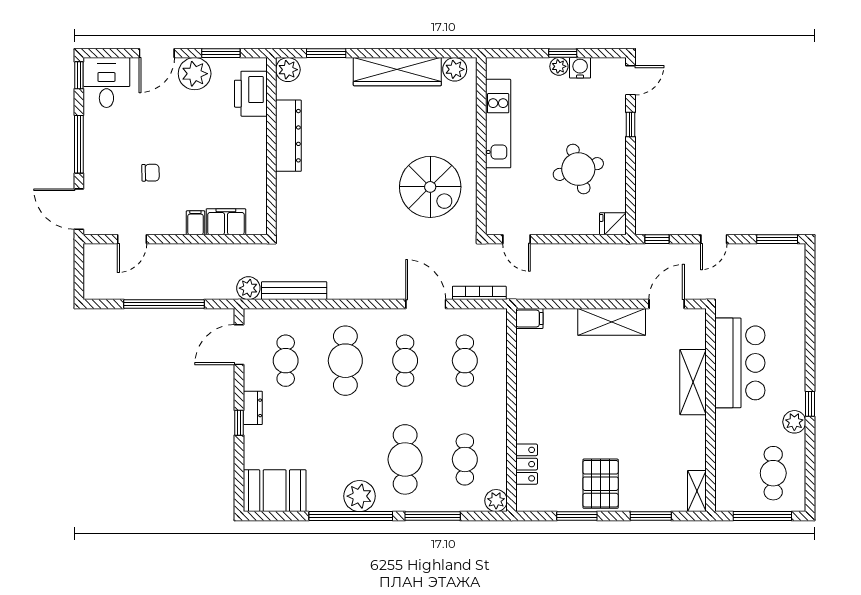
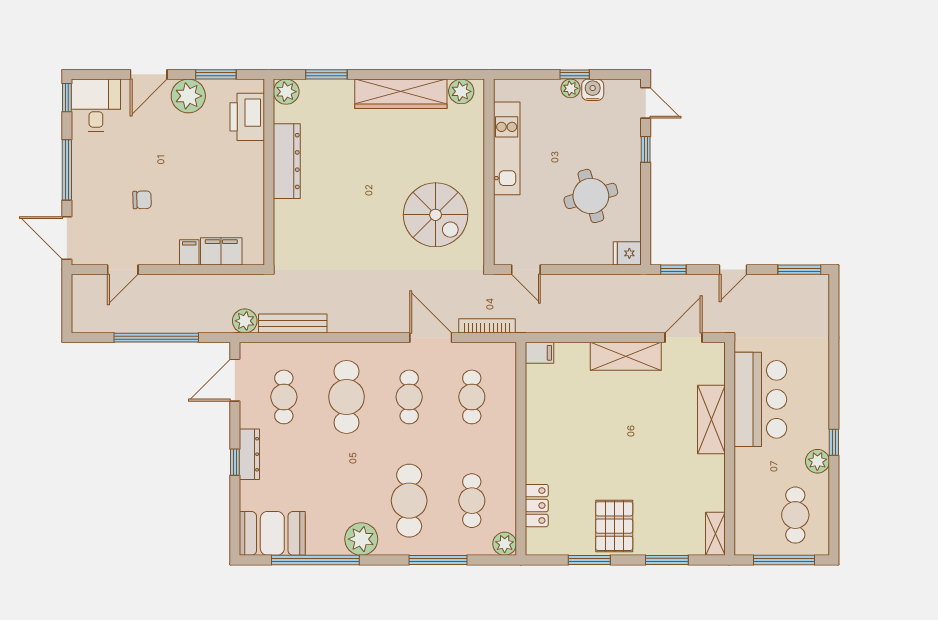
door: (630, 80) -> (646, 103), hinge flipped
dresser: (253, 408) -> (249, 454), width x1.44
window: (351, 516) -> (315, 560), moved

